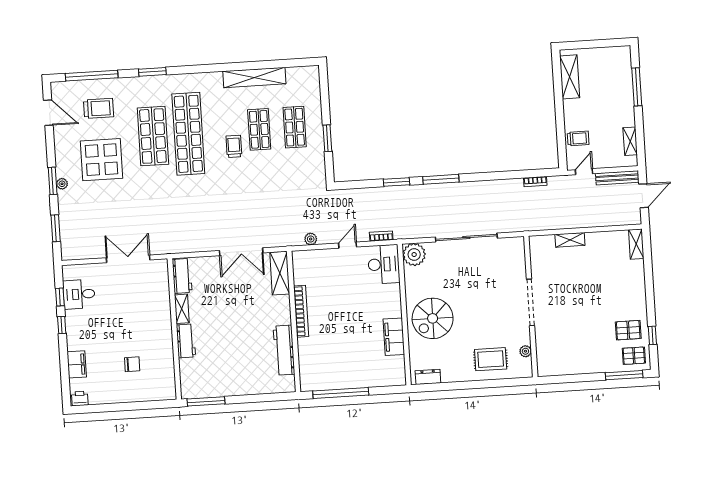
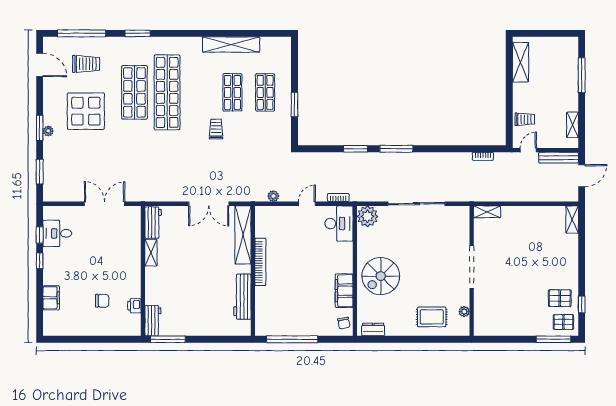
trolley: (234, 146) -> (216, 129), moved
shelving: (570, 240) -> (487, 212), moved
shelving: (280, 273) -> (243, 235), width x1.47
workbench: (186, 341) -> (153, 321), moved
chair: (396, 372) -> (344, 323), added
printer: (80, 399) -> (134, 306), moved, turned -90

